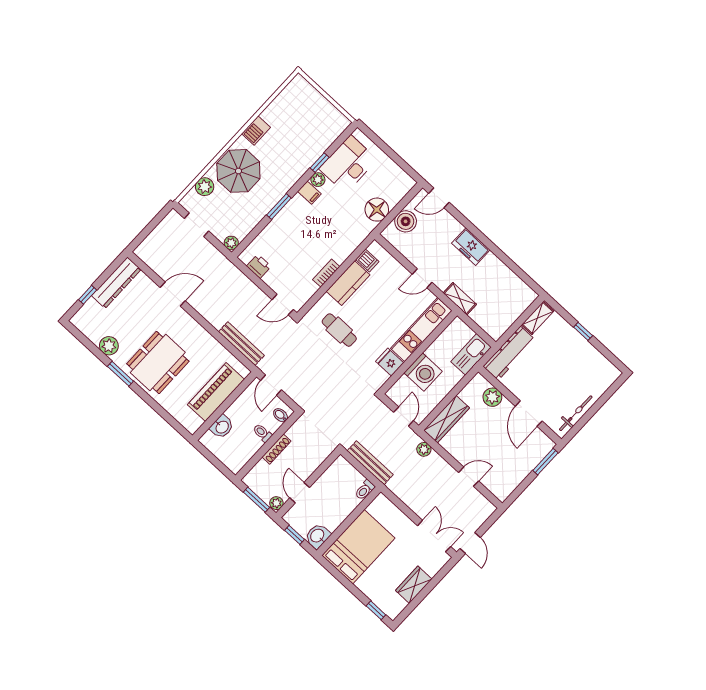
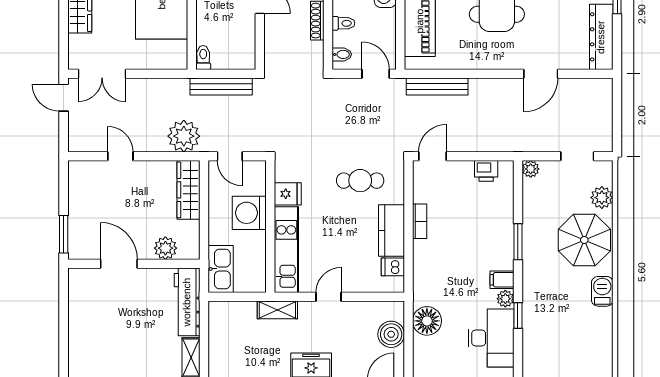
bicycle: (576, 413) -> (77, 303), removed
plant: (424, 449) -> (184, 136), width x1.88, depth x1.88
door: (469, 477) -> (120, 156), swing flipped

